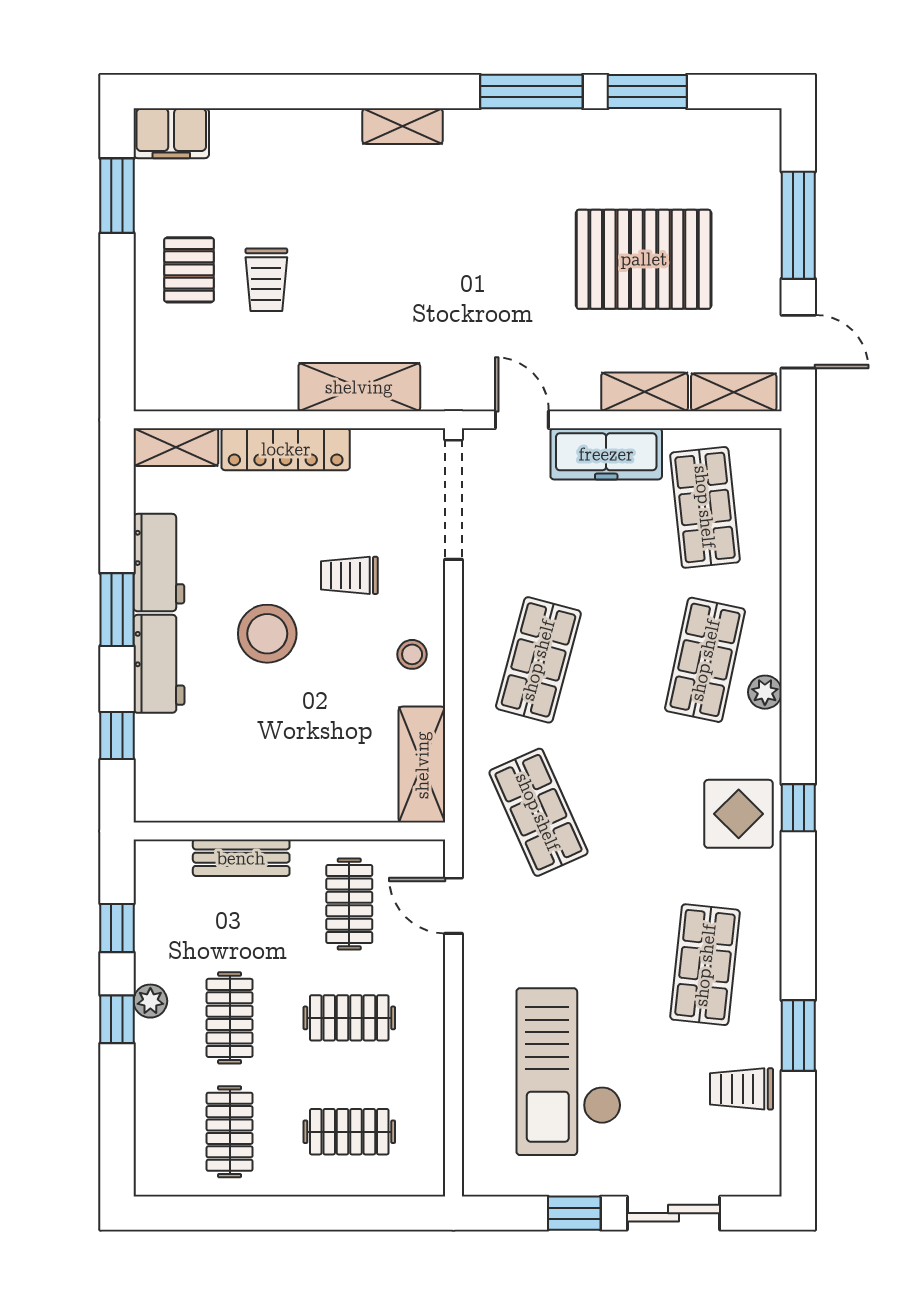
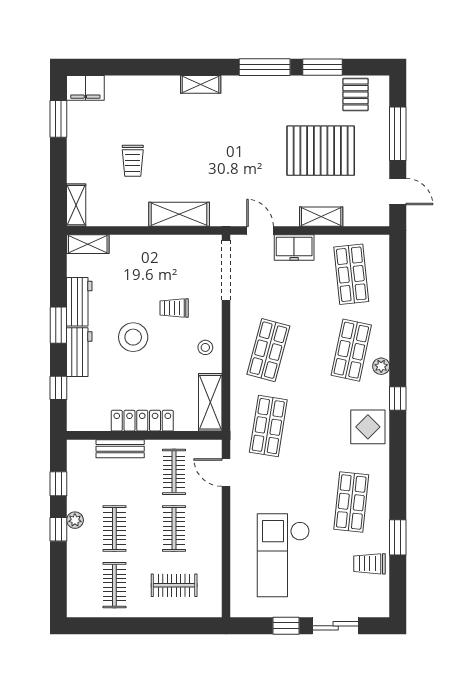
pallet: (189, 270) -> (355, 95), moved
shelving: (734, 392) -> (76, 205), moved, turned 90
locker: (286, 449) -> (142, 421), moved, turned 180
freezer: (606, 454) -> (294, 248), width x0.71
window: (798, 808) -> (398, 398), moved
shop shelf: (538, 812) -> (268, 426), turned 33
clothes rail: (349, 1018) -> (174, 528), turned 90

